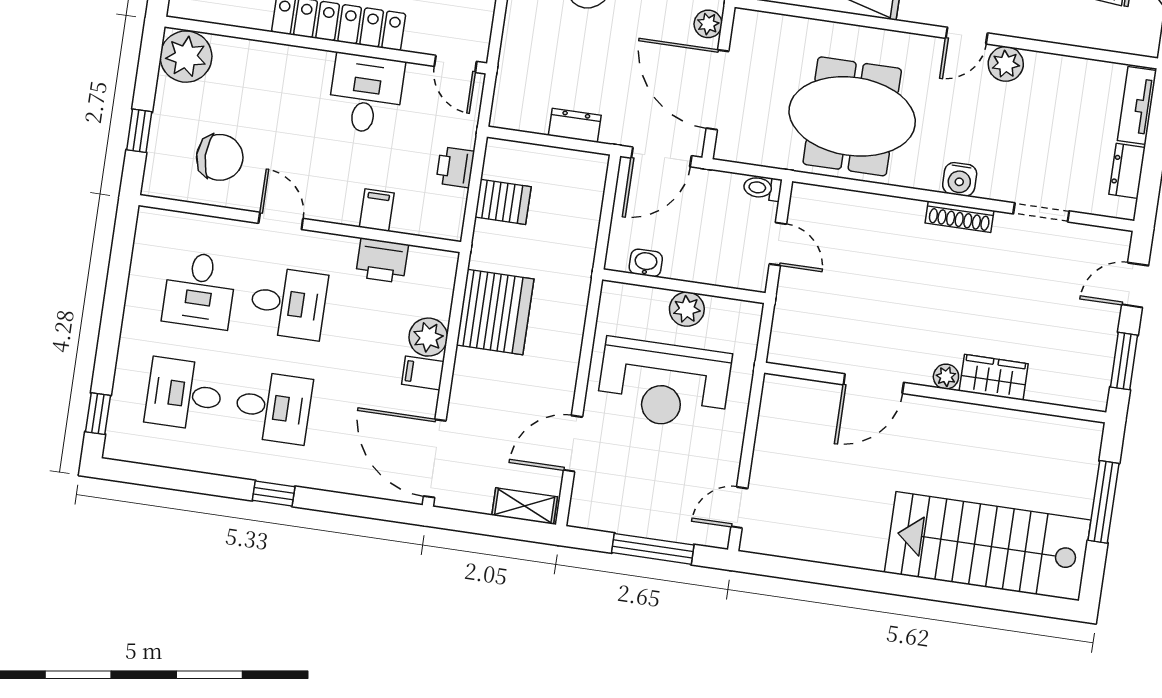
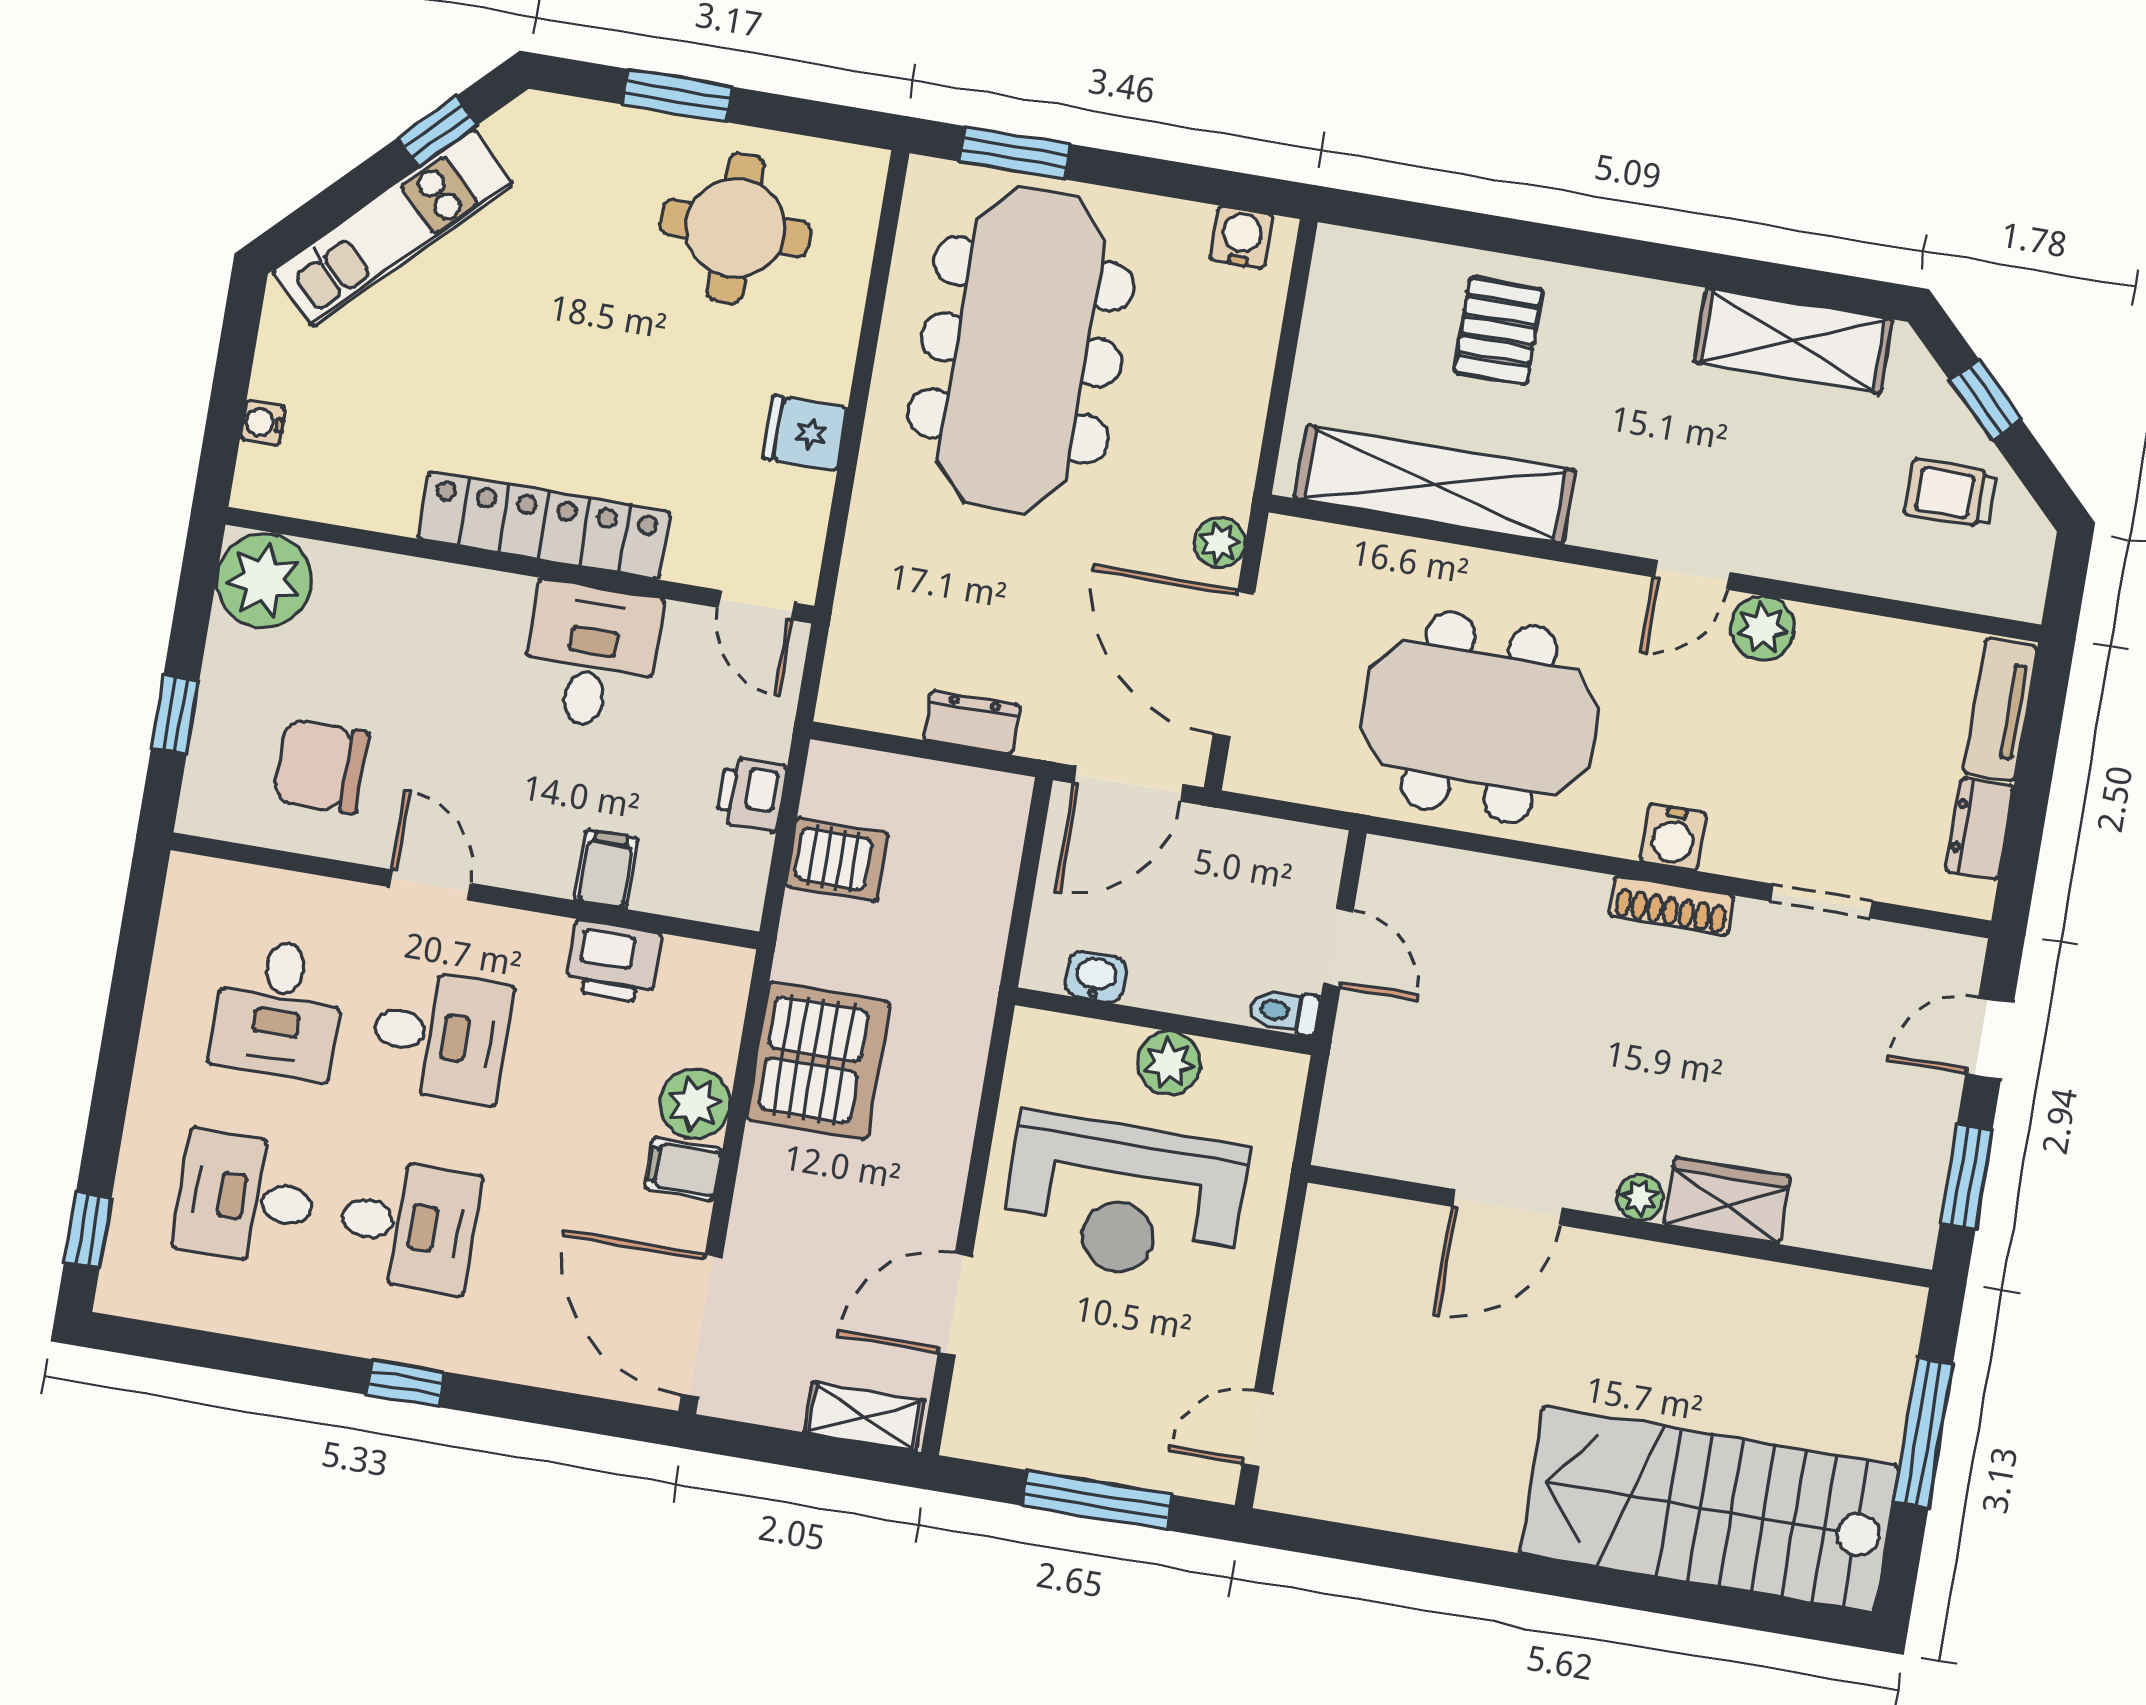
chair: (220, 157) -> (321, 766), turned 180
toilet: (762, 188) -> (1284, 1011), moved

